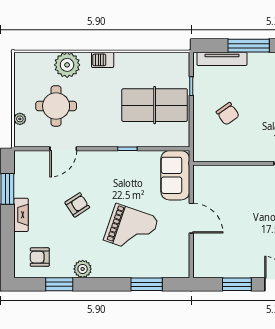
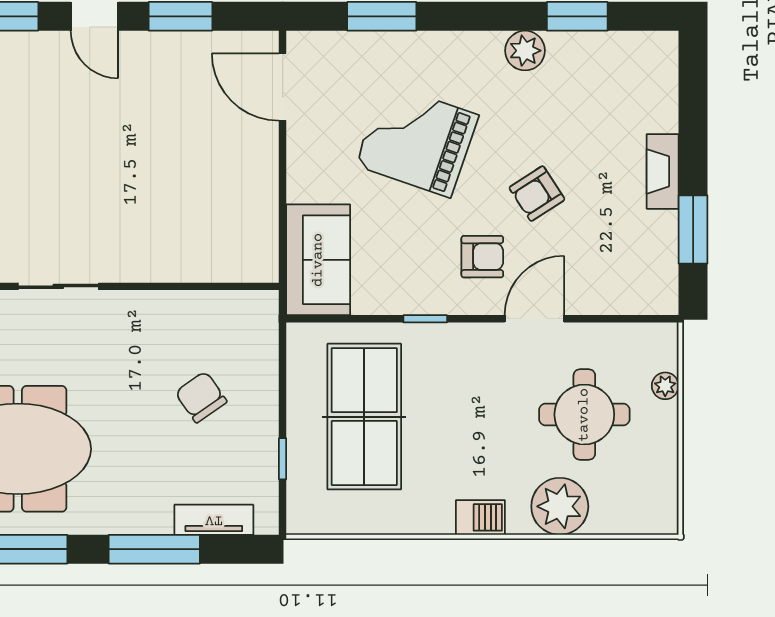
tv unit: (222, 59) -> (214, 520), width x0.71
table tennis table: (155, 105) -> (364, 417), turned 90
door: (63, 149) -> (534, 319), moved
door: (191, 218) -> (283, 87), moved
armchair: (40, 257) -> (482, 257), moved

